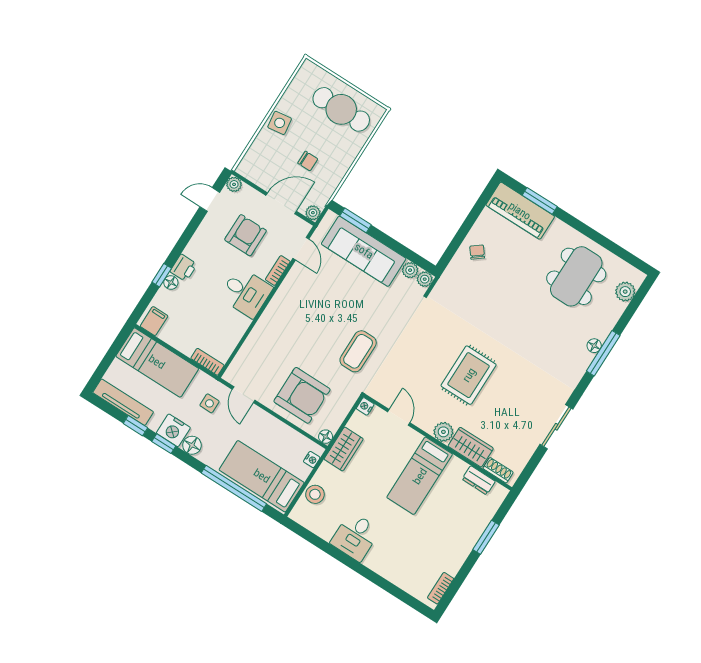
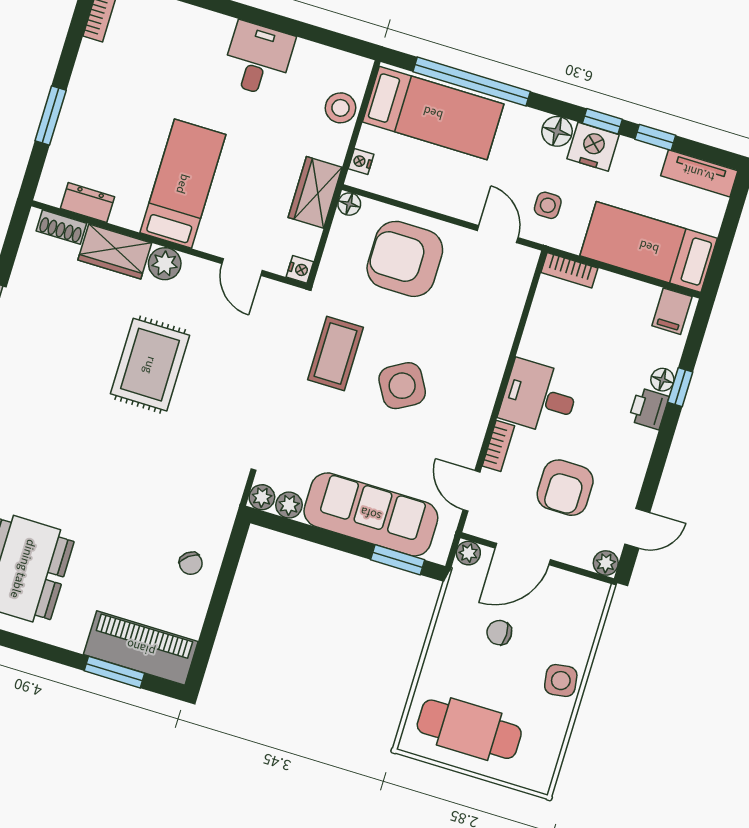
side table: (324, 322) -> (402, 386), added
tv unit: (123, 402) -> (699, 173), width x0.71

